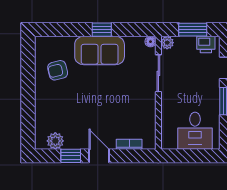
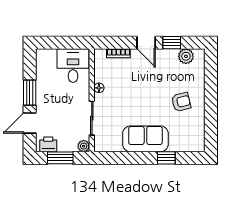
window: (102, 30) -> (166, 158), moved
floor lamp: (150, 42) -> (99, 88), moved
armchair: (58, 70) -> (181, 102), moved
desk: (195, 131) -> (73, 66), moved

